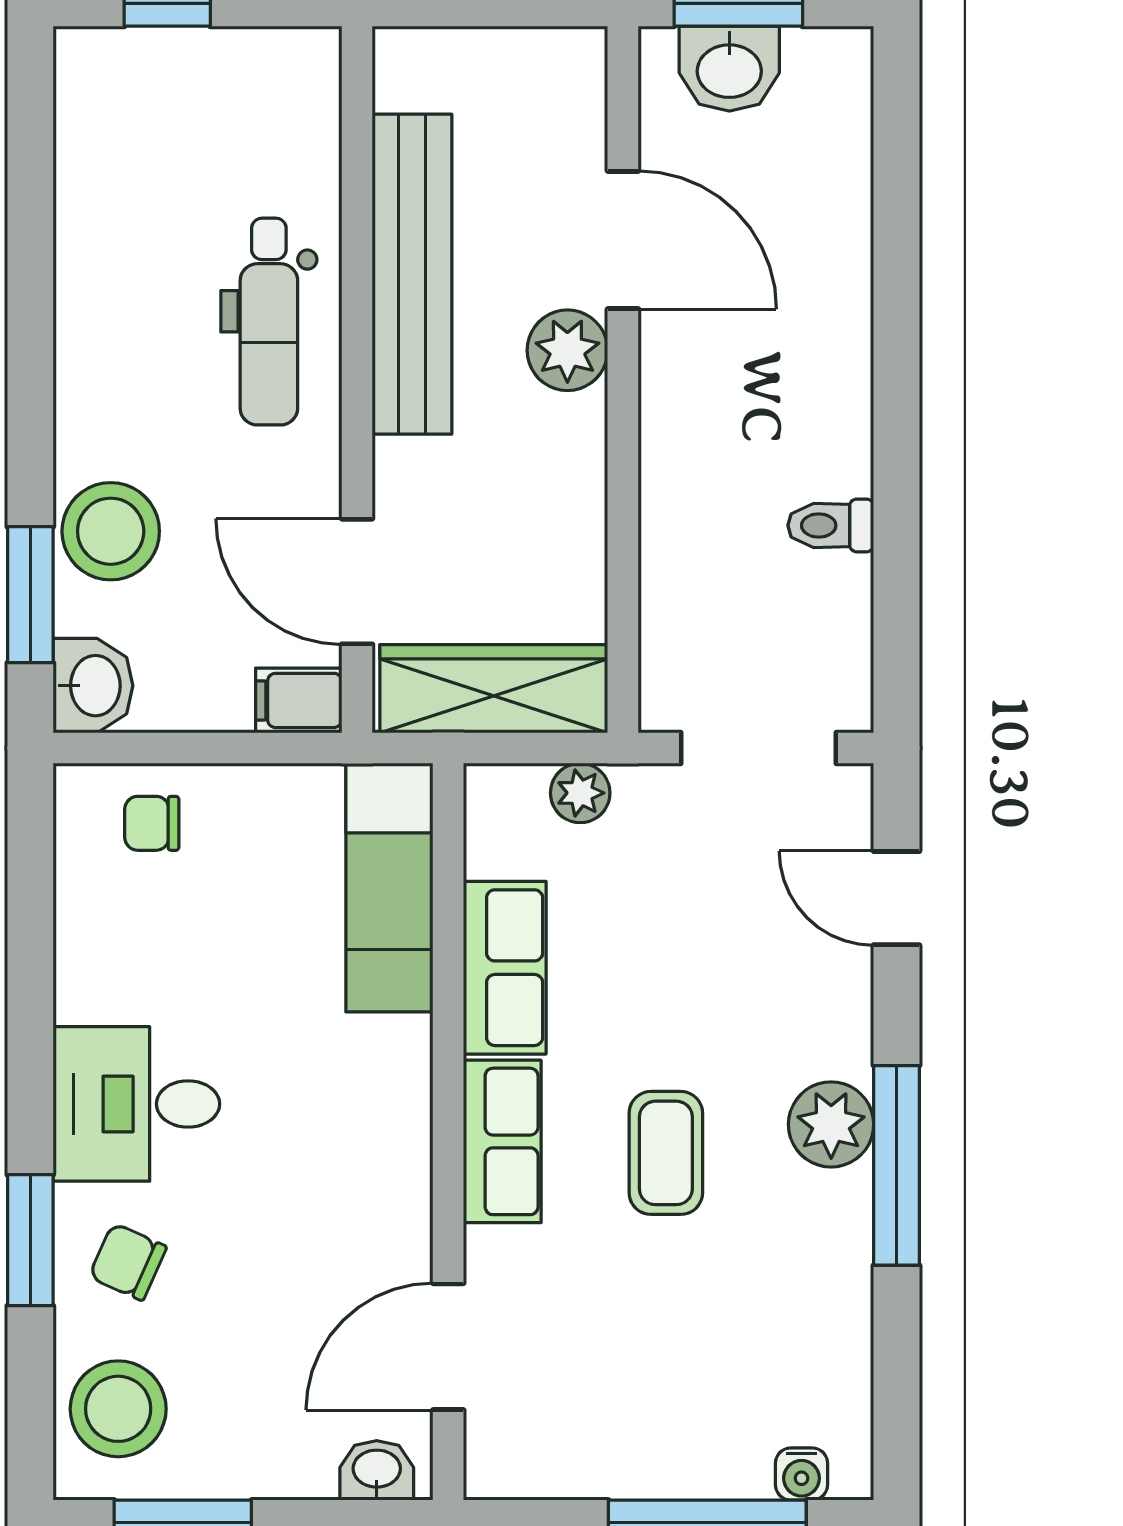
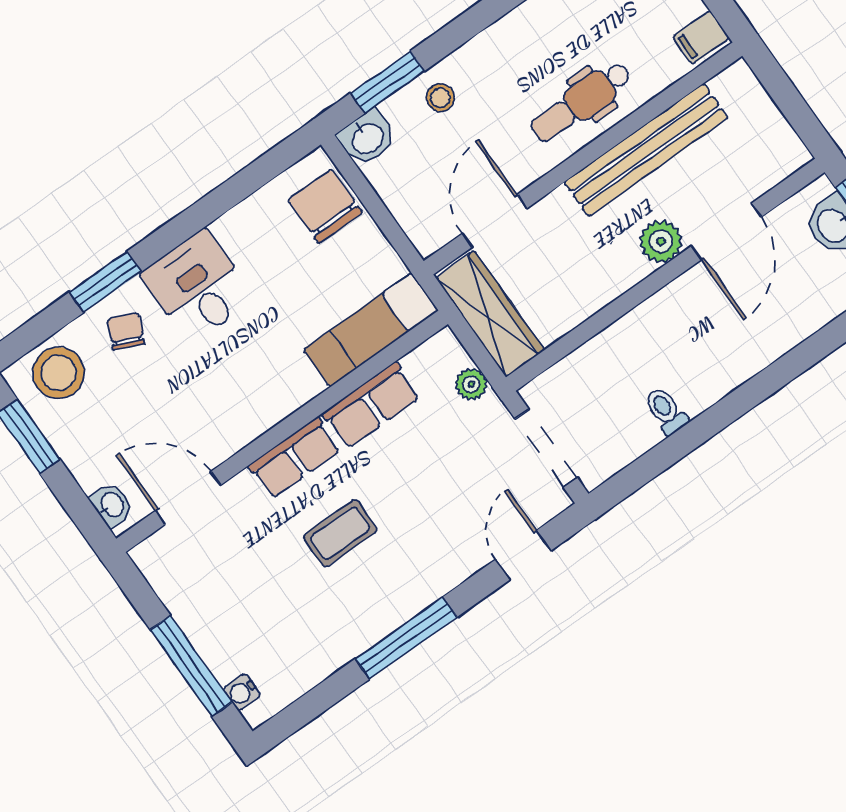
stool: (111, 531) -> (440, 98), width x0.53, depth x0.53
filing cabinet: (299, 700) -> (701, 37), moved, turned -90
chair: (152, 823) -> (325, 206), width x1.87, depth x1.87
plant: (831, 1124) -> (404, 597), removed

